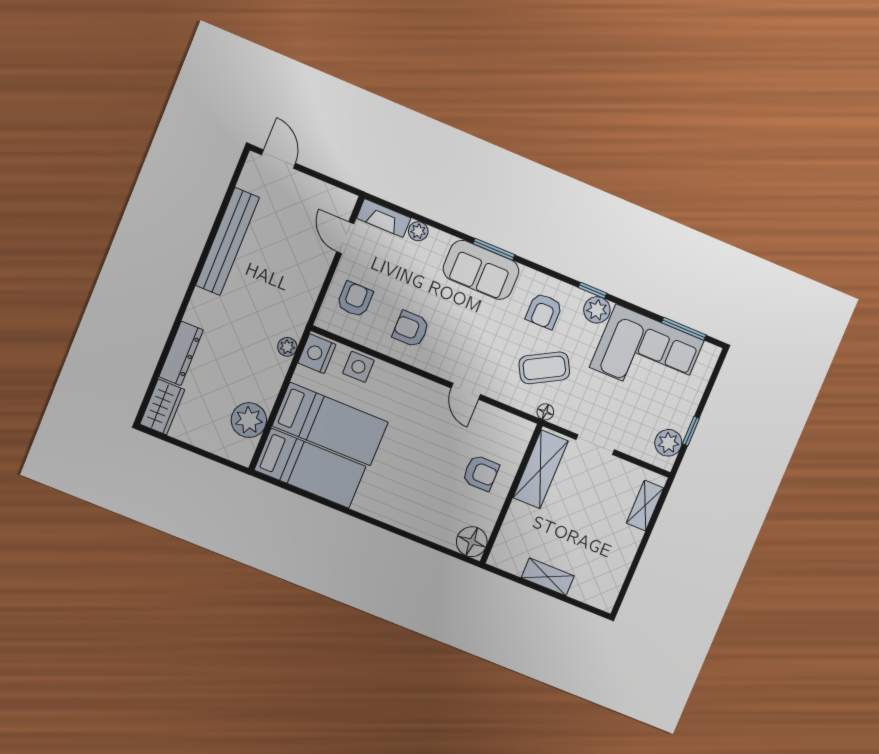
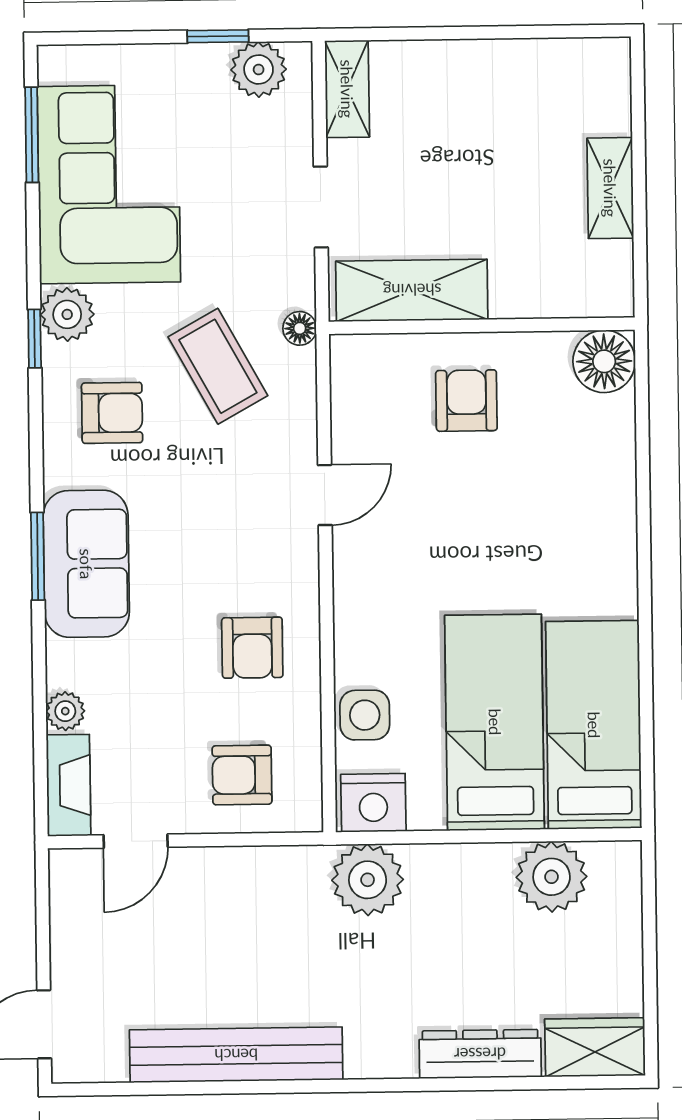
plant: (287, 347) -> (368, 880), width x1.88, depth x1.88
shelving: (645, 506) -> (347, 89), moved, turned 90

